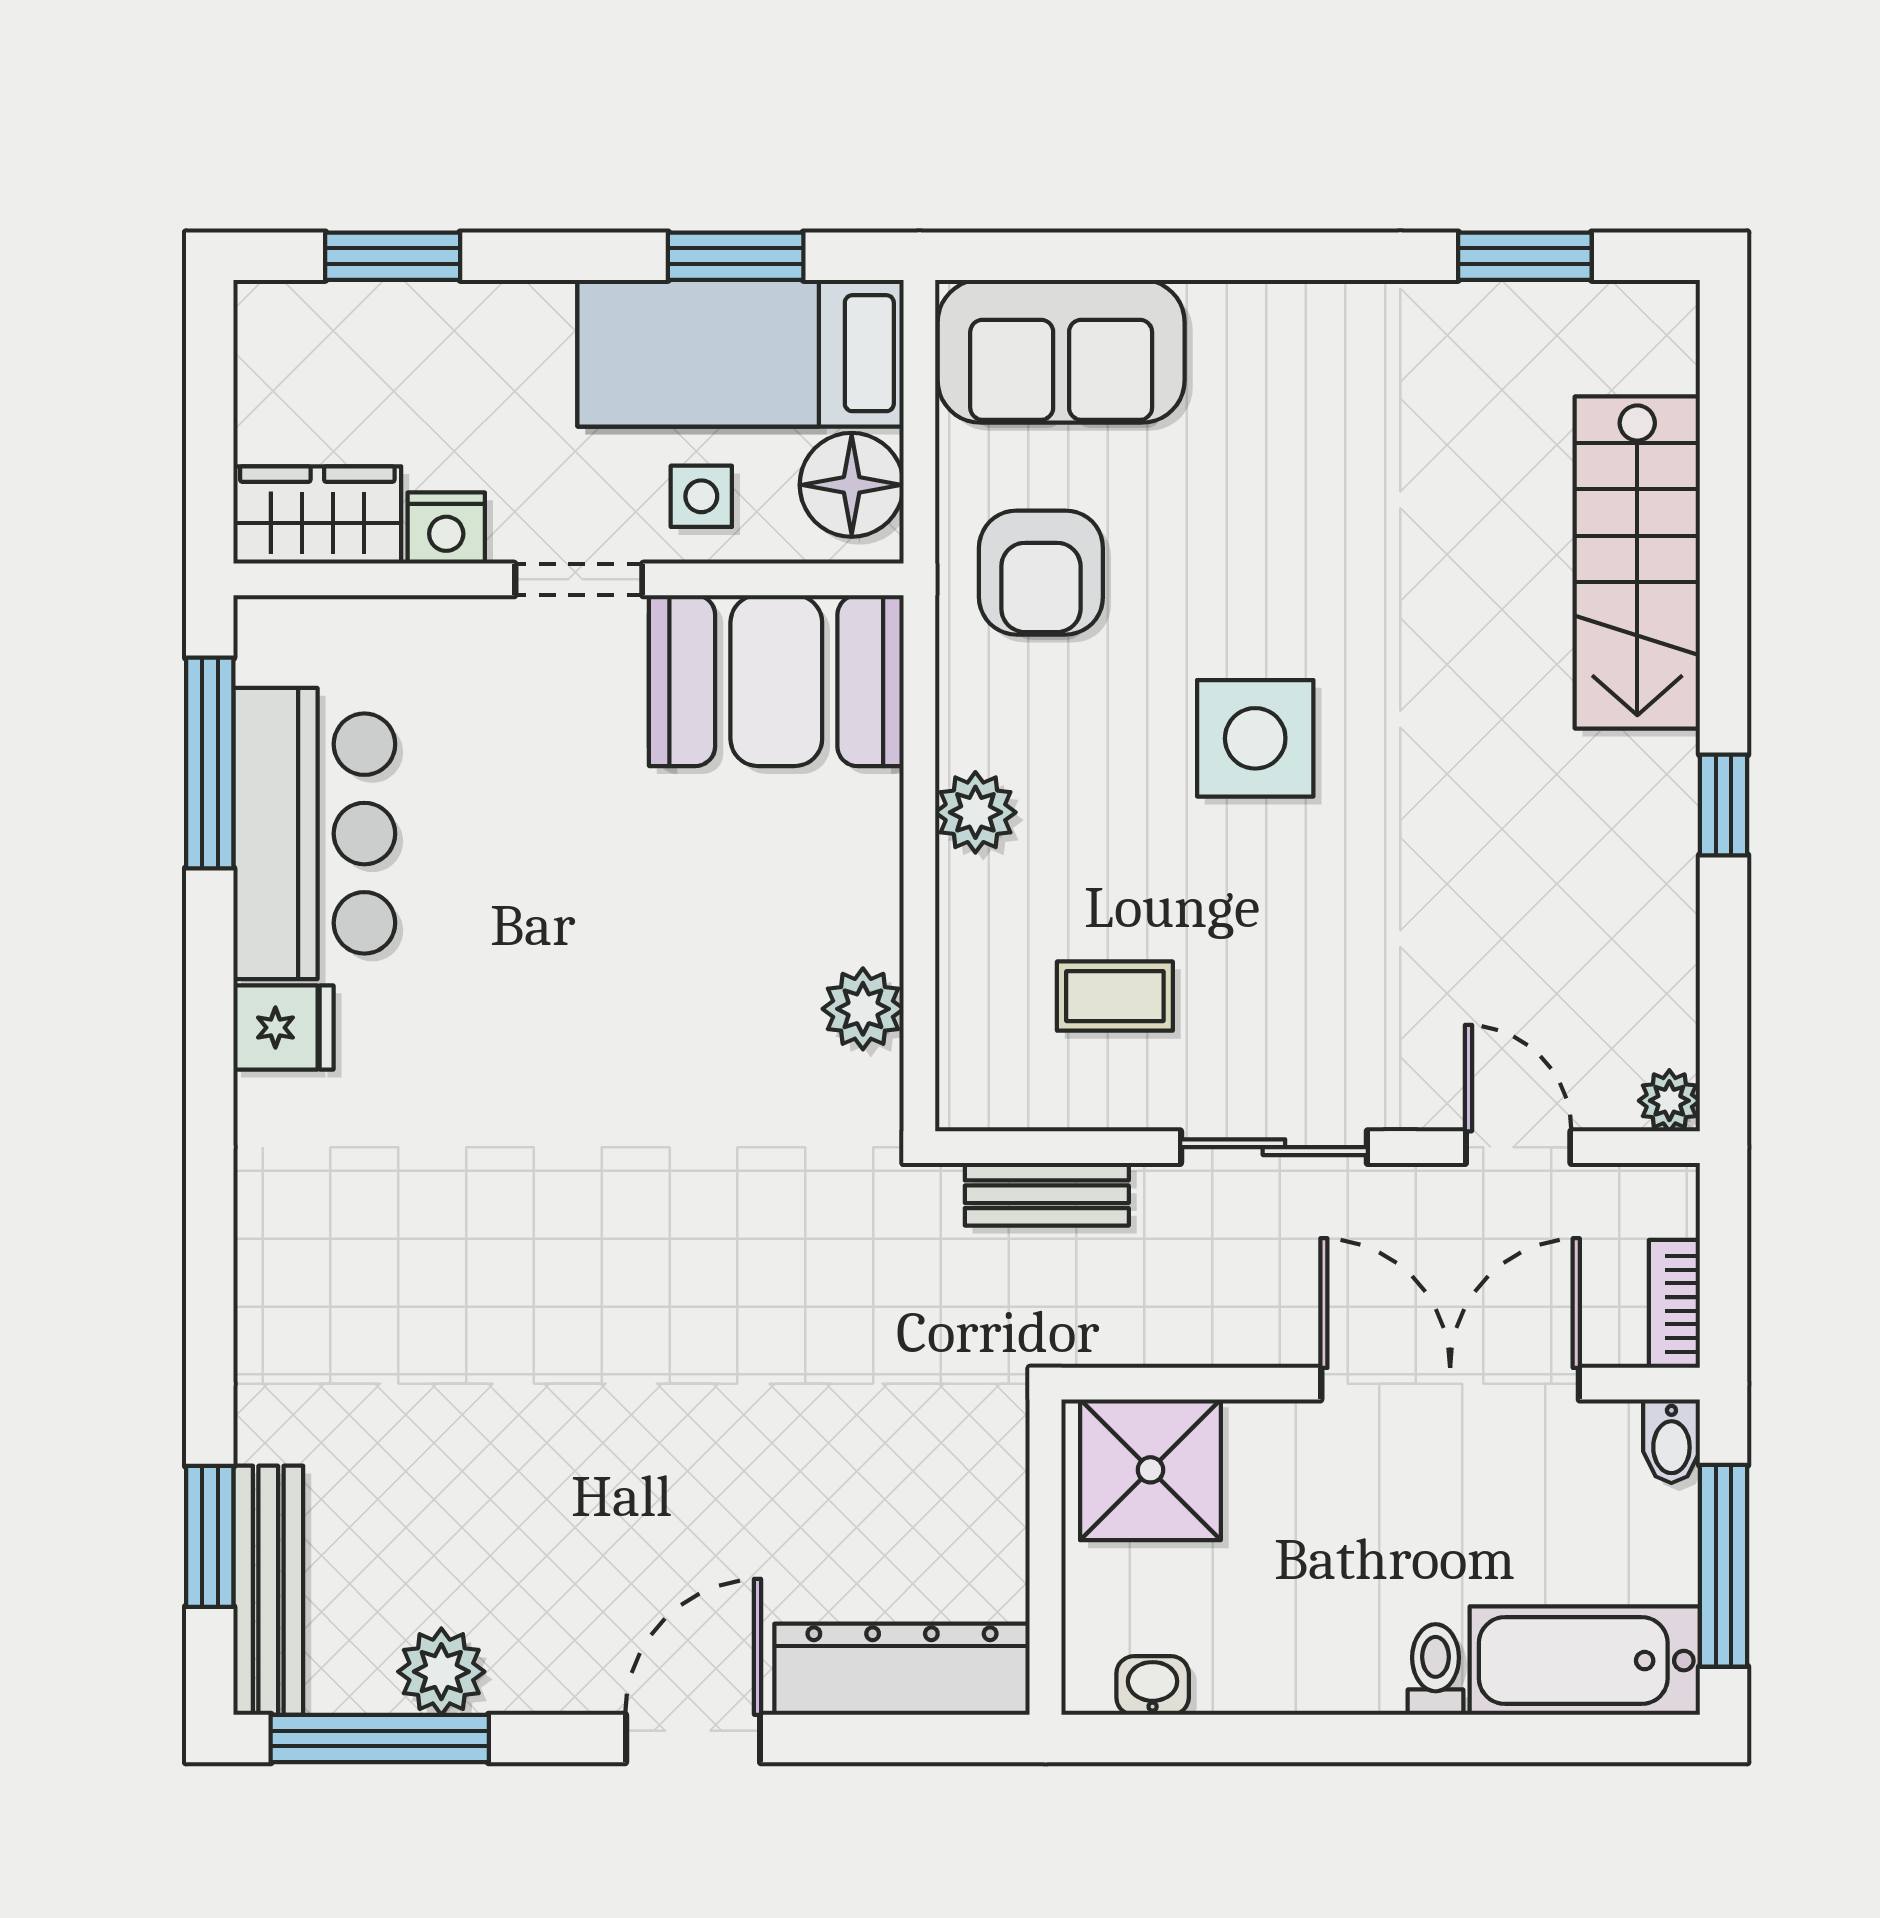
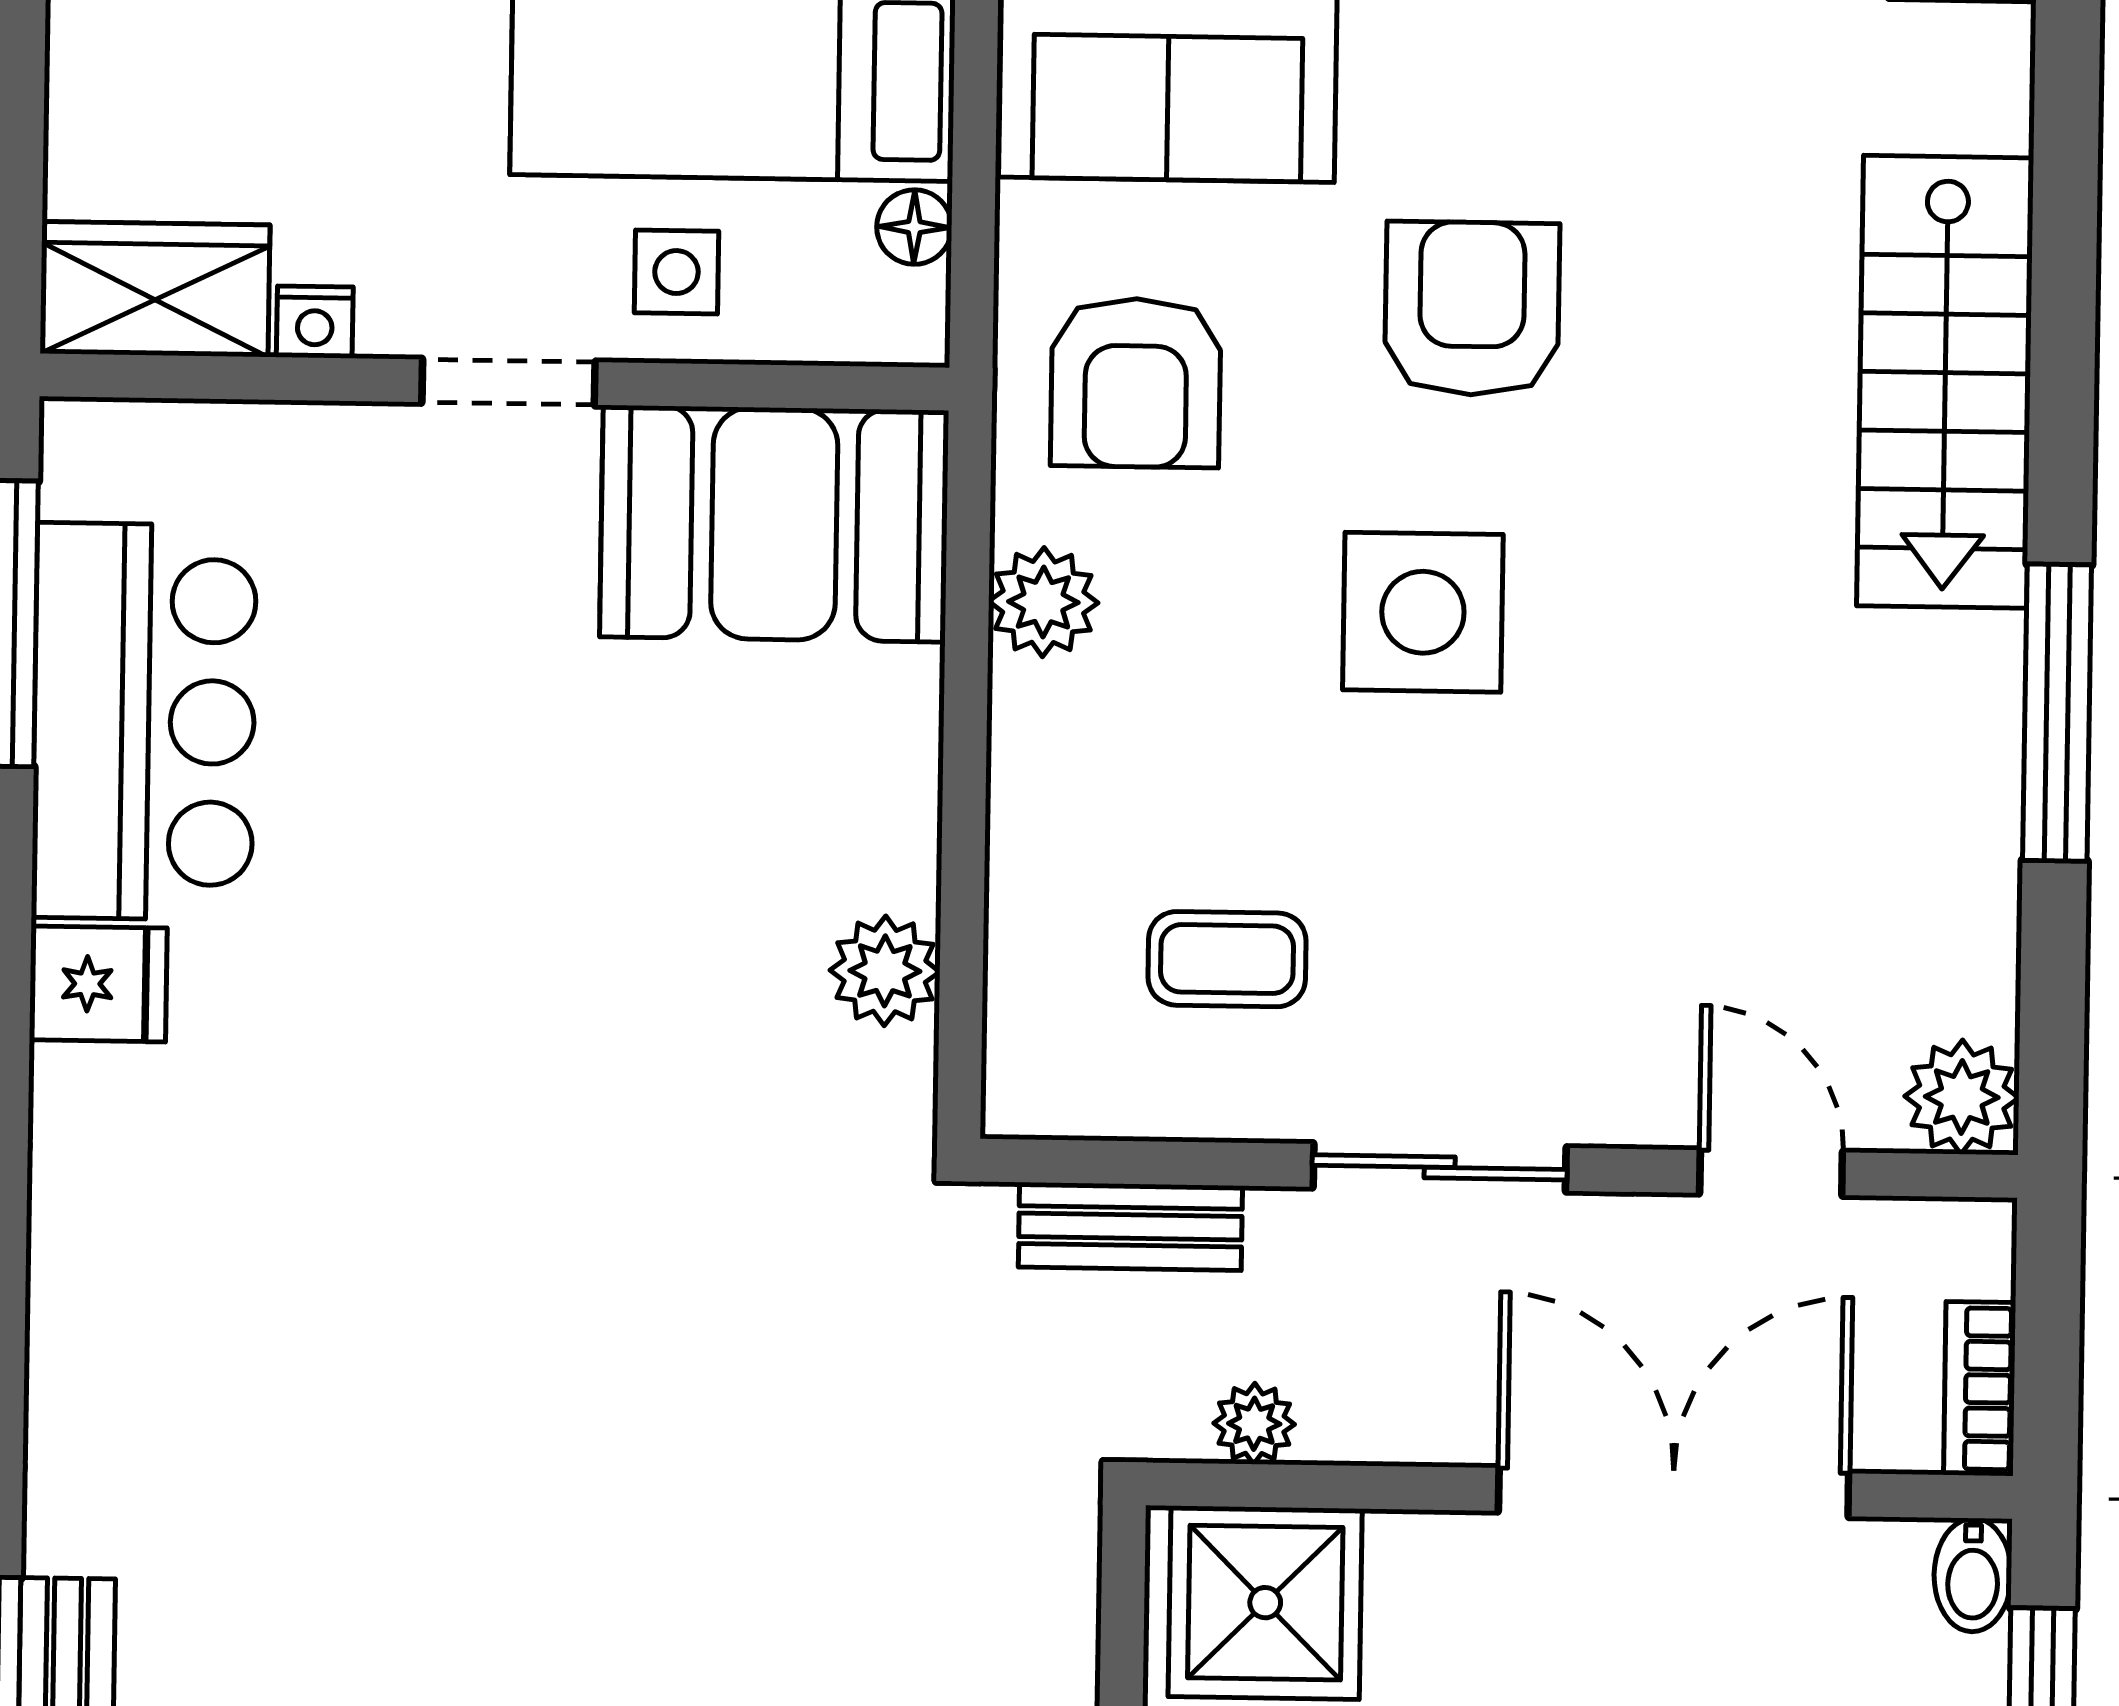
floor lamp: (852, 485) -> (914, 227), width x0.53, depth x0.53
armchair: (1288, 514) -> (1472, 309), added
nightstand: (446, 528) -> (315, 322), width x0.72, depth x0.74
window: (1724, 805) -> (2057, 713), width x2.17
plant: (975, 812) -> (1043, 602), moved
plant: (1669, 1101) -> (1962, 1097), width x1.38, depth x1.38
plant: (1140, 1338) -> (1254, 1424), added

